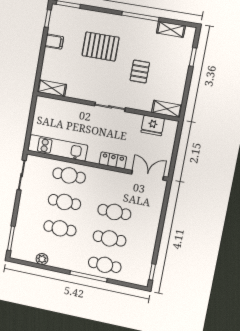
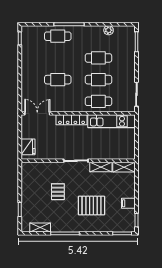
shelving: (167, 109) -> (101, 167), moved
fridge: (153, 125) -> (28, 147), moved, turned 90
locker: (113, 160) -> (72, 120), width x1.53
double door: (148, 175) -> (37, 113), swing flipped
cafe table: (109, 238) -> (58, 58), removed

